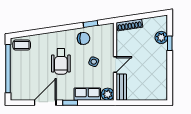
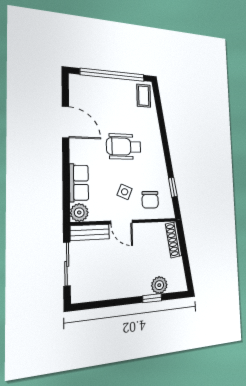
chair: (83, 38) -> (150, 200), moved
window: (70, 103) -> (66, 158), removed
sliding door: (141, 103) -> (67, 264), added

